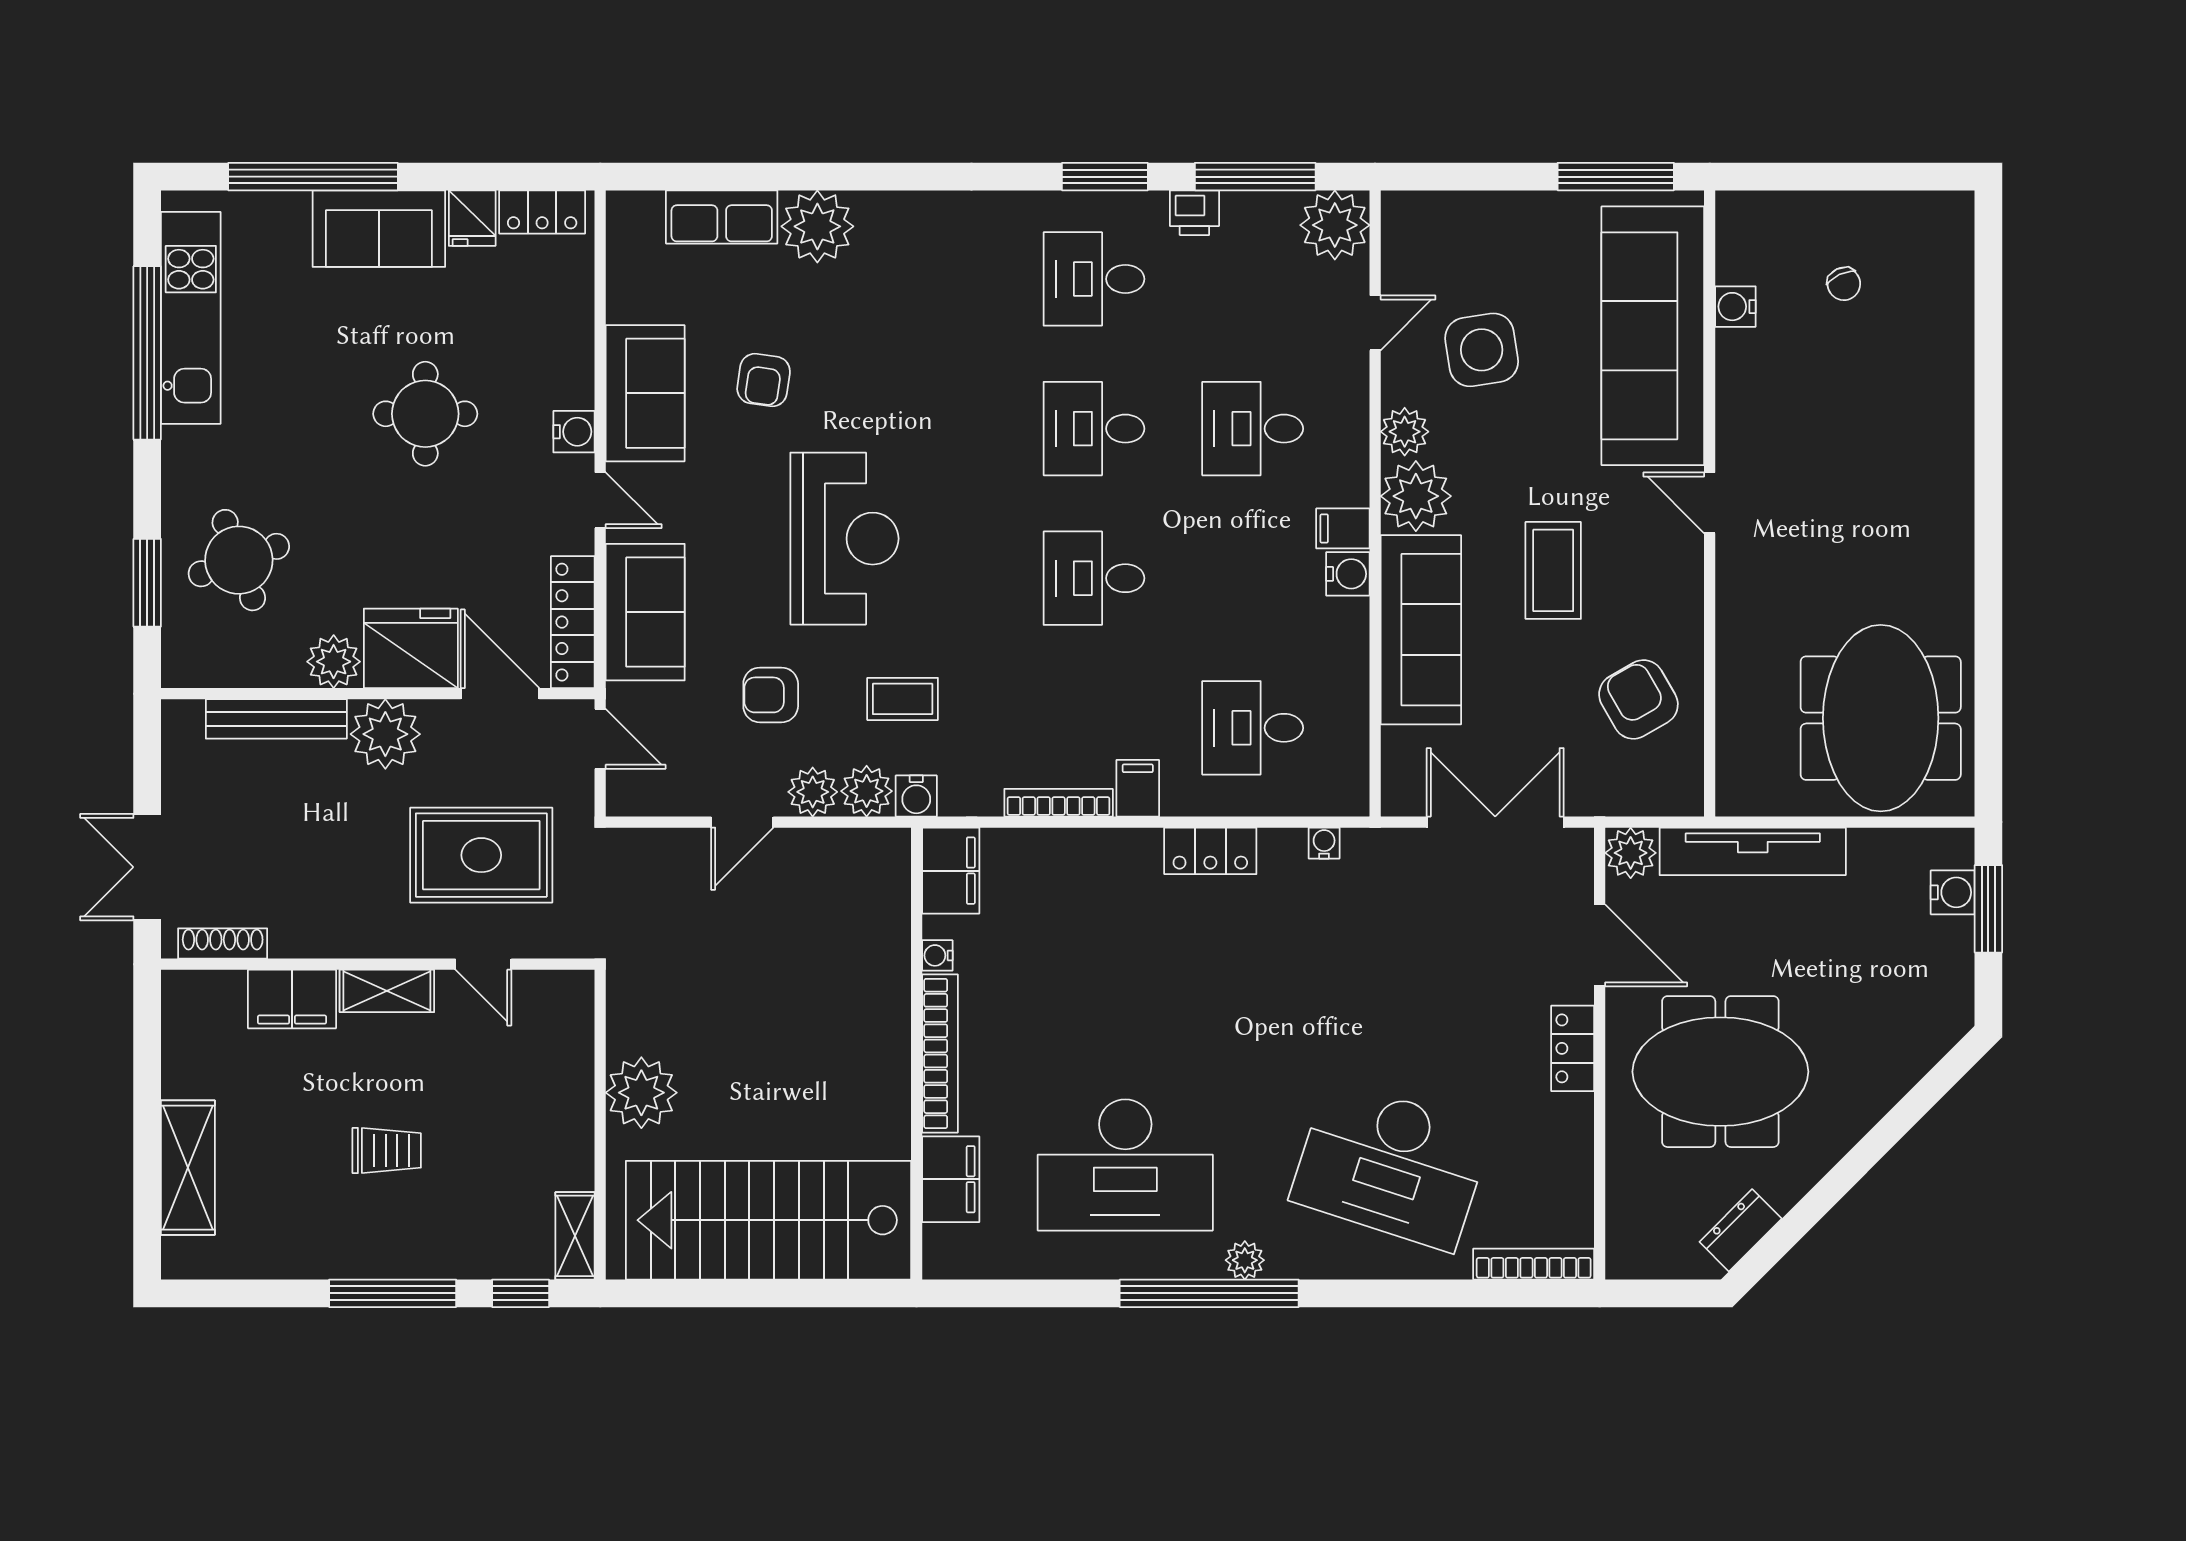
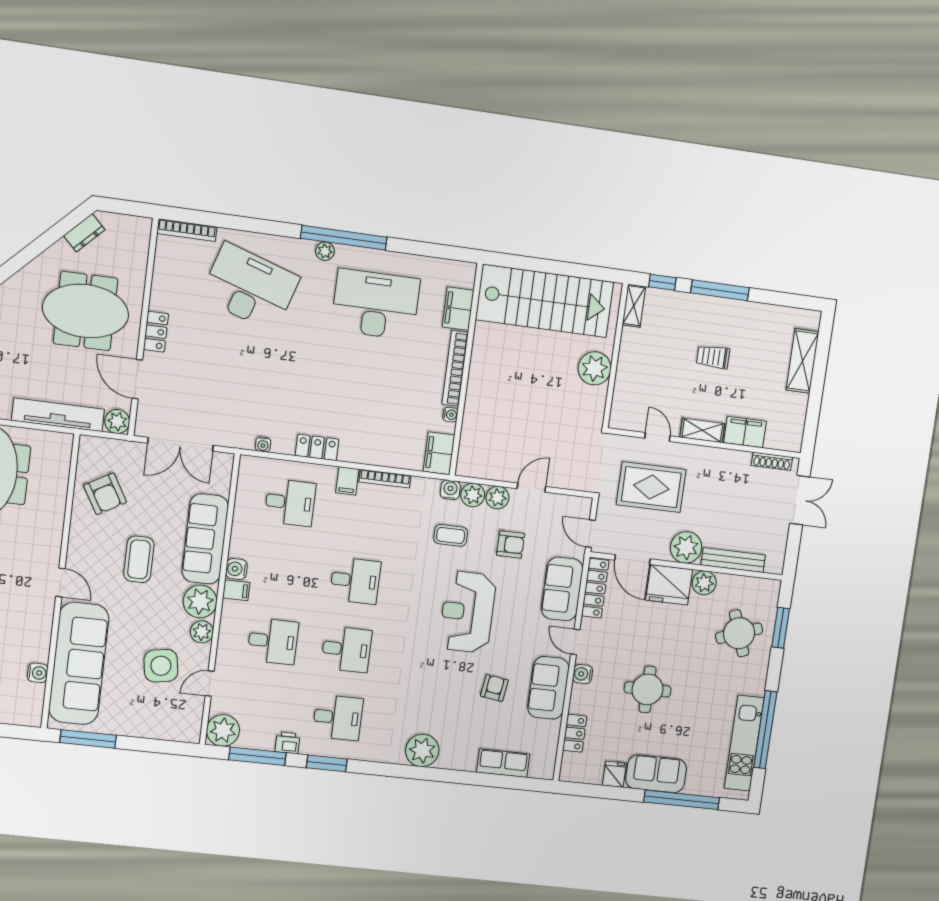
locker: (542, 212) -> (575, 733), moved, turned 90
plant: (817, 226) -> (422, 750), moved

